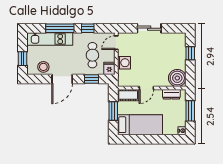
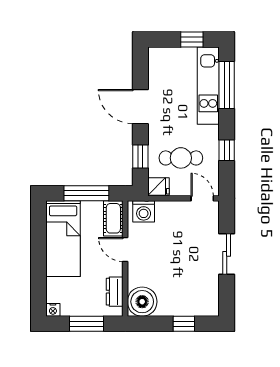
window: (60, 28) -> (227, 85), moved
window: (22, 59) -> (192, 40), moved
washing machine: (124, 63) -> (144, 211), moved
stool: (43, 67) -> (161, 75), removed
window: (113, 111) -> (86, 193), width x1.44

